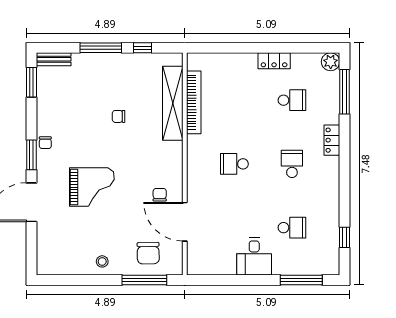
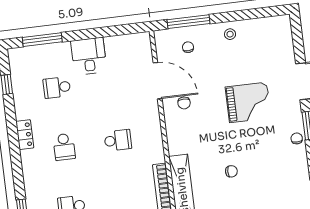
locker: (332, 140) -> (25, 135), moved
grand piano: (92, 187) -> (248, 102), turned 180
chair: (148, 253) -> (188, 47), width x0.54, depth x0.54

